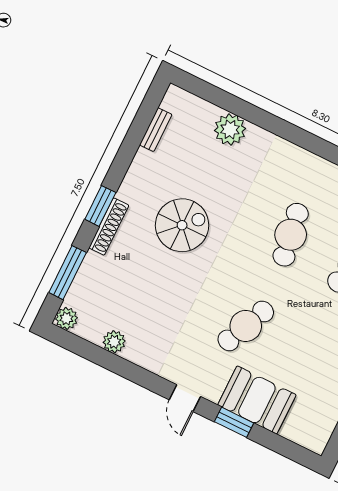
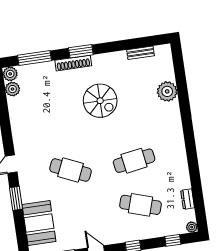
plant: (114, 342) -> (13, 89), moved
booth: (257, 400) -> (39, 223), moved

